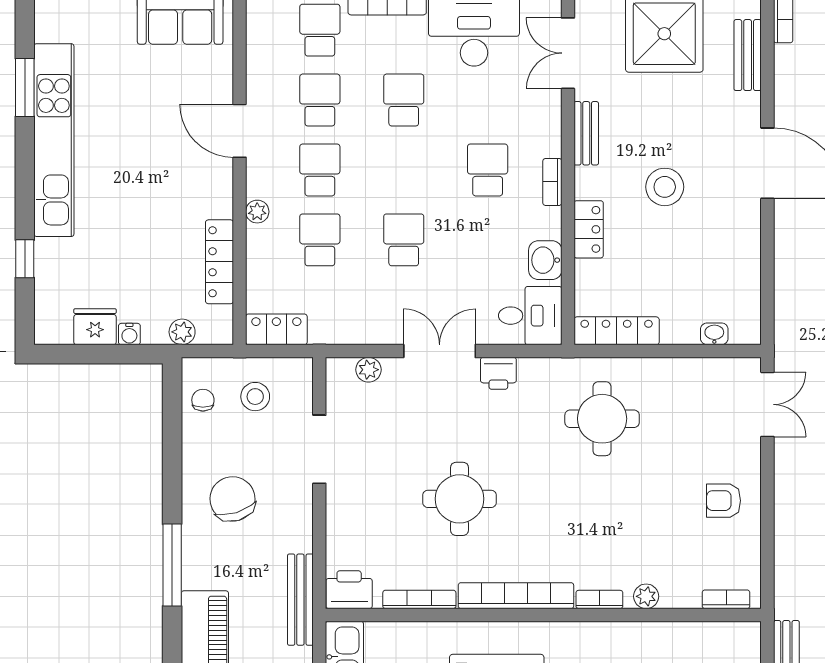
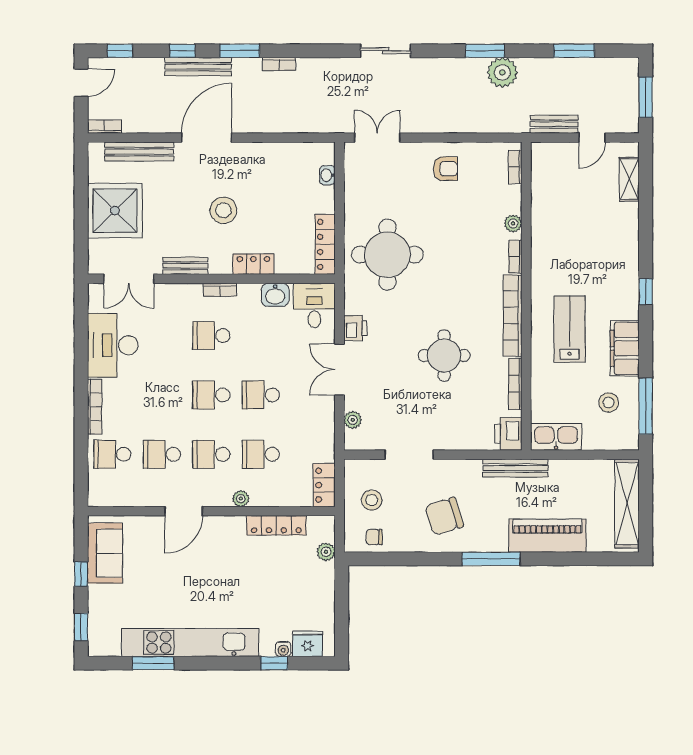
bench: (748, 55) -> (139, 152), width x1.36
school desk: (404, 100) -> (211, 395), moved
fridge: (95, 327) -> (308, 644), moved, turned 90
water cooler: (129, 334) -> (283, 649), moved, turned 90
round table: (602, 419) -> (387, 255), width x1.36, depth x1.36
armchair: (723, 501) -> (445, 169), turned -90

